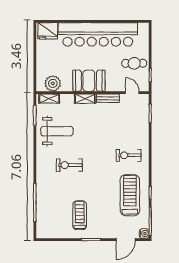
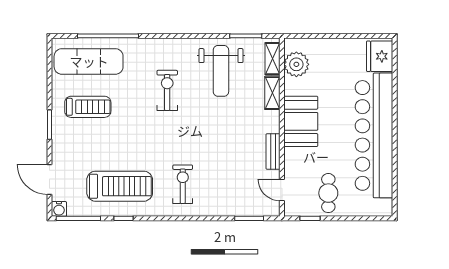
door: (132, 93) -> (282, 190), swing flipped
shelving: (85, 99) -> (272, 93), moved
exercise mat: (51, 215) -> (89, 61), added

